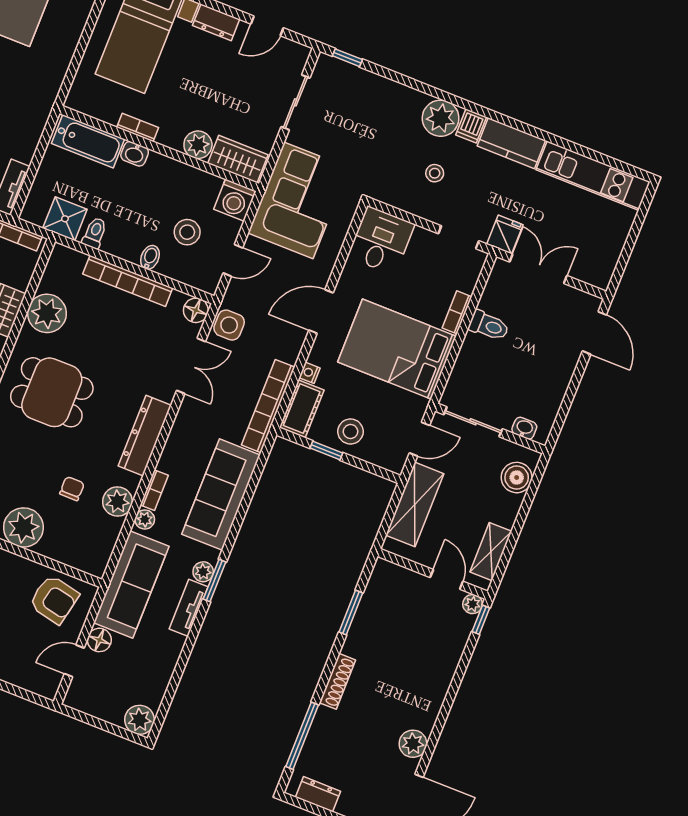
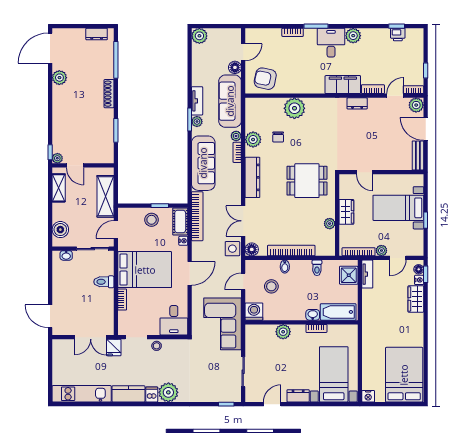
wardrobe: (238, 159) -> (261, 332), removed
stool: (435, 173) -> (157, 346), moved
shower: (65, 219) -> (349, 275), moved
plant: (47, 313) -> (330, 224), width x0.53, depth x0.53
toilet: (489, 326) -> (104, 282), moved

